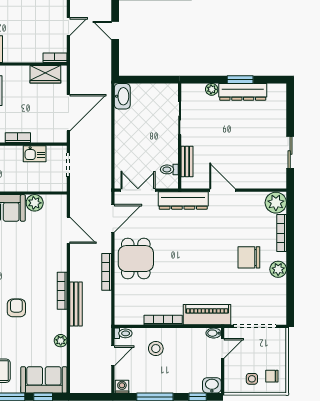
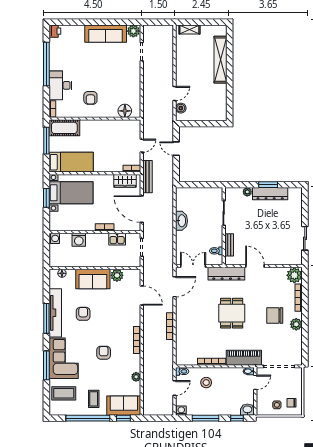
washbasin: (122, 96) -> (181, 221), moved
door: (68, 113) -> (142, 209), swing flipped
dining table: (136, 259) -> (232, 313), moved
bench: (76, 304) -> (147, 177), moved

